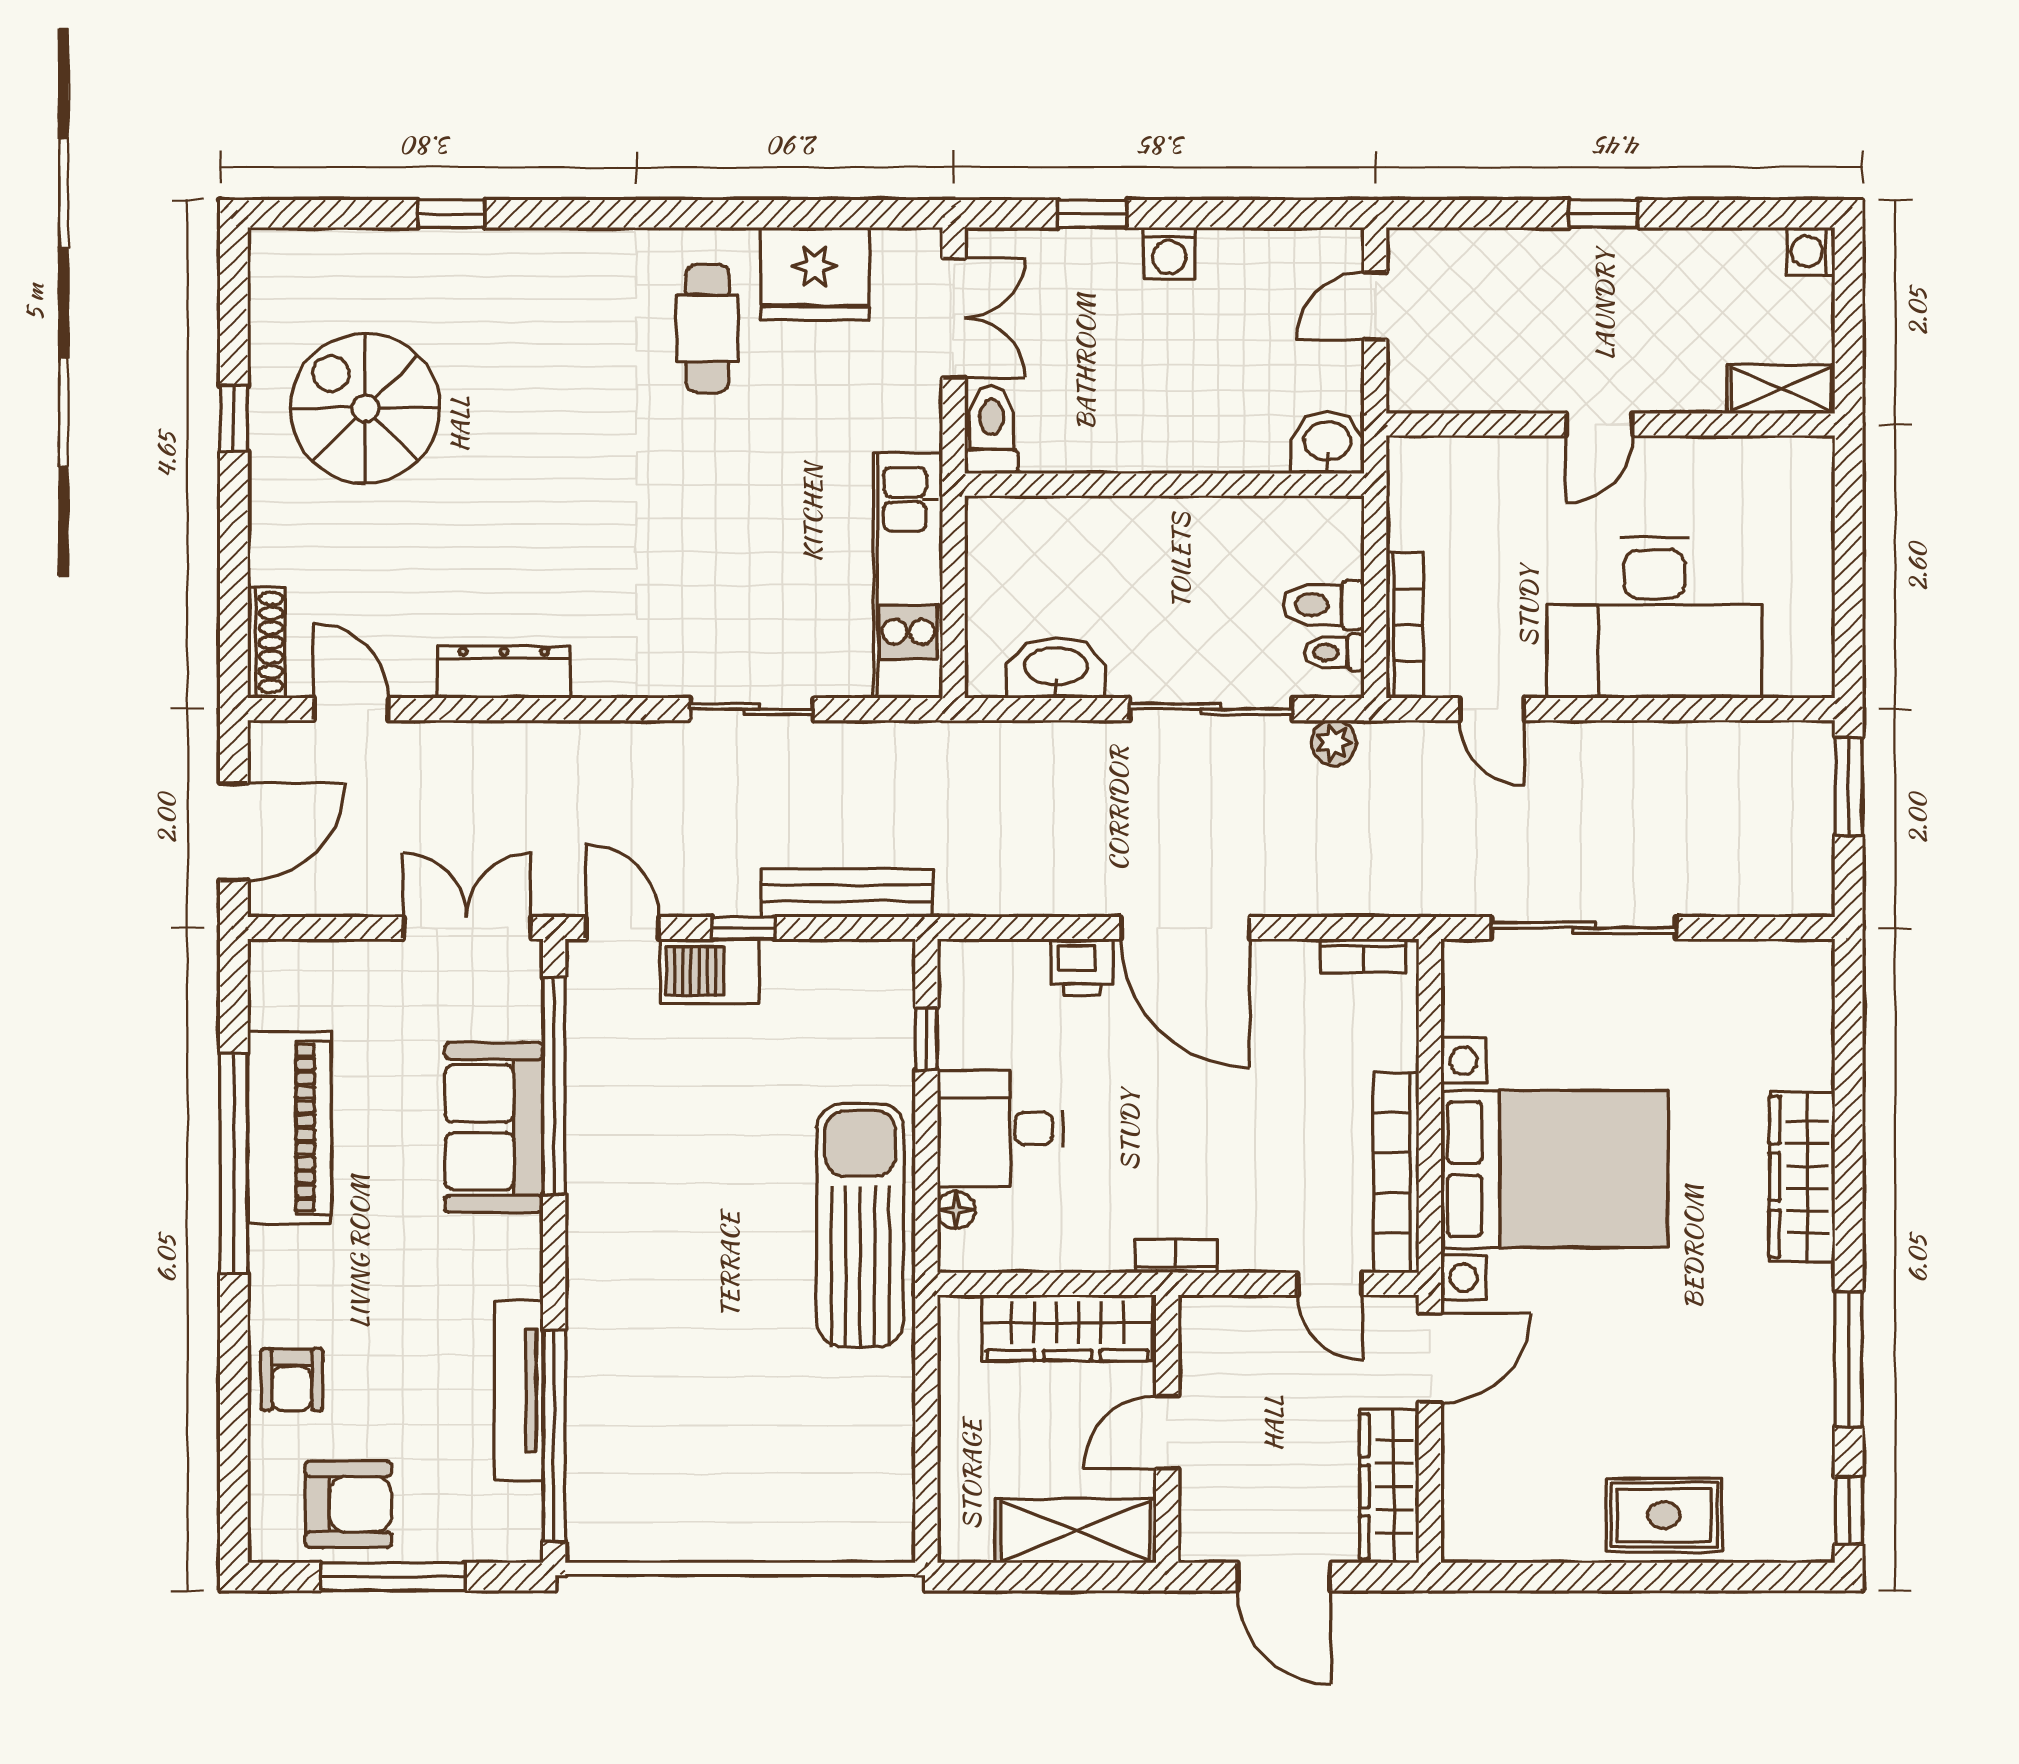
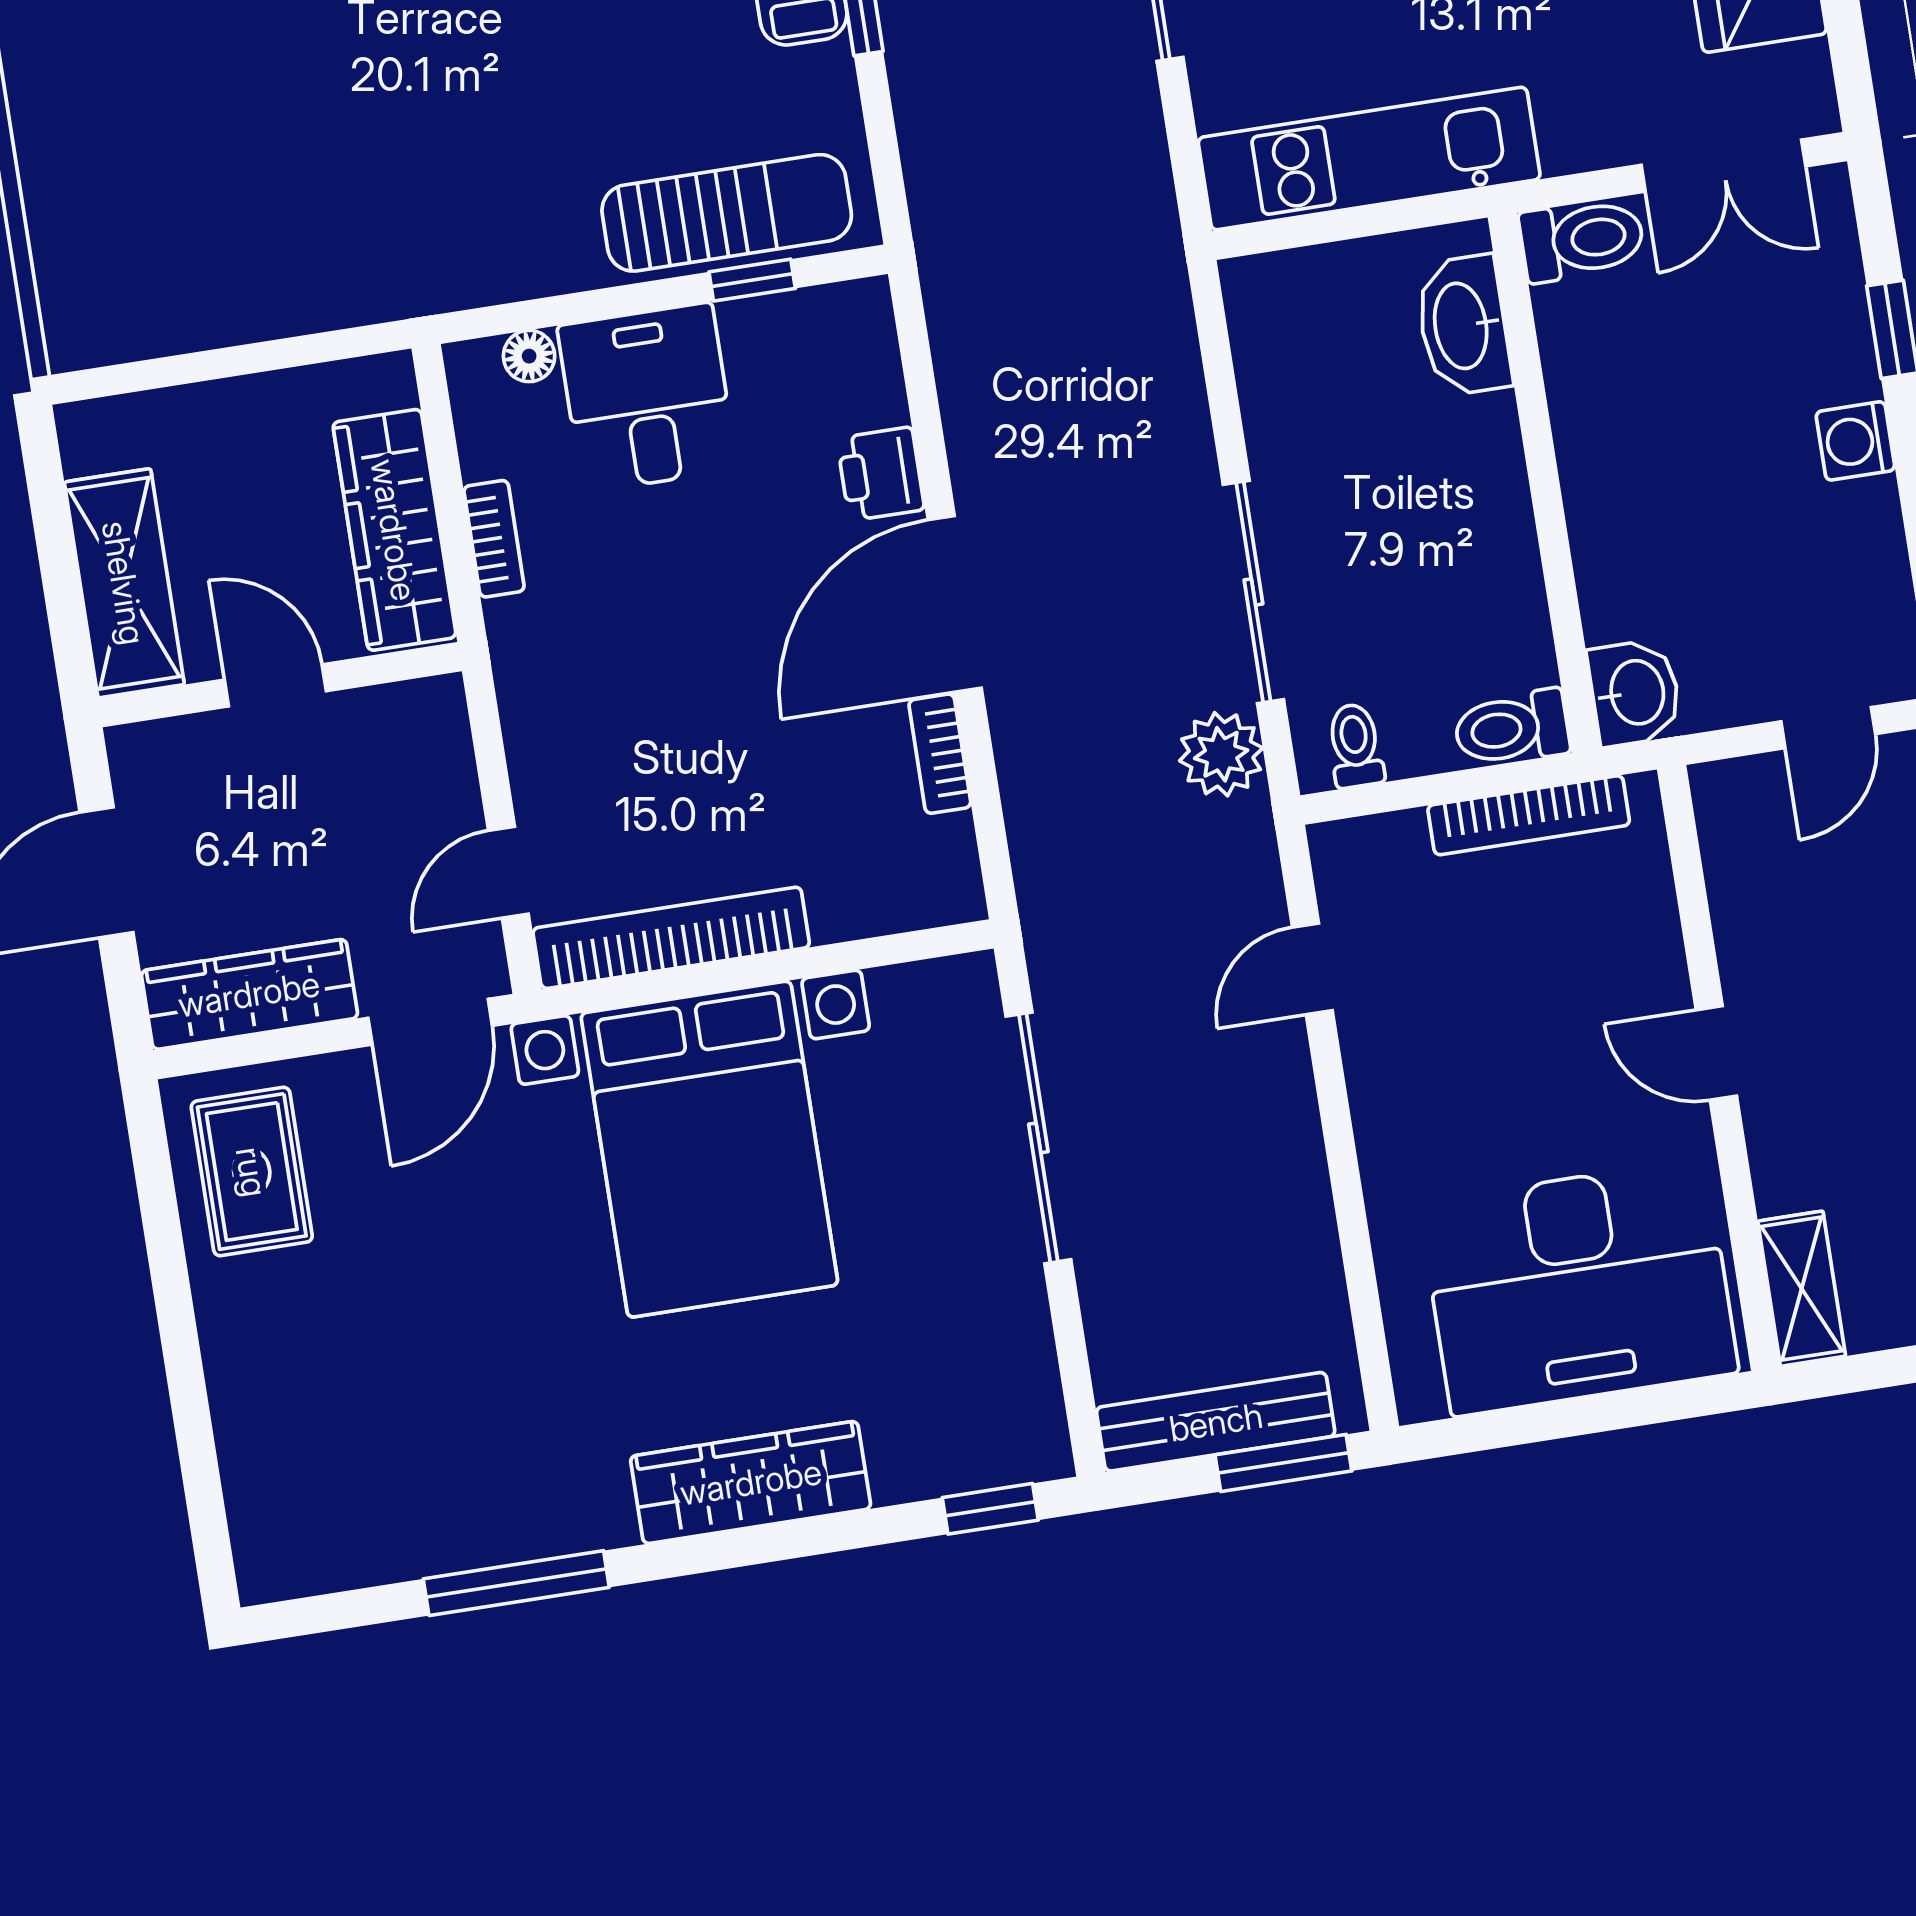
door: (1375, 306) -> (1828, 728), swing flipped
toilet: (1323, 605) -> (1512, 728), moved, turned -90
desk: (1654, 618) -> (1579, 1287), moved, turned -90
bookcase: (1405, 625) -> (1529, 815), moved
washbasin: (1056, 668) -> (1463, 326), moved, turned 180
plant: (1334, 743) -> (1221, 754), width x1.38, depth x1.38
bench: (847, 893) -> (1216, 1422), moved, turned 90
bookcase: (1363, 956) -> (940, 754), moved
sun lounger: (860, 1225) -> (727, 213), moved, width x0.73, depth x0.75
bookcase: (1176, 1256) -> (494, 539), moved
door: (1430, 1358) -> (430, 1022), hinge flipped
window: (1849, 1510) -> (990, 1509), moved
rug: (1664, 1515) -> (252, 1172), moved

